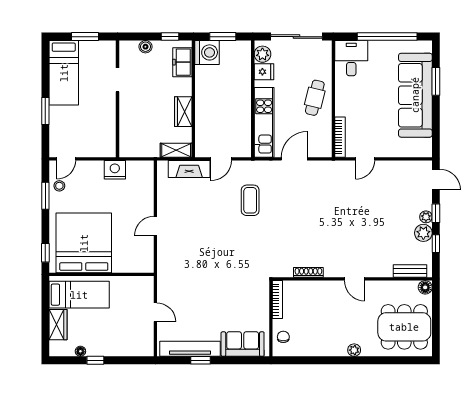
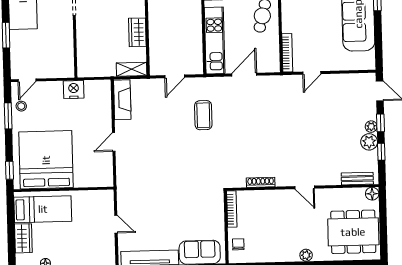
fireplace: (189, 169) -> (122, 100), moved, turned -90

